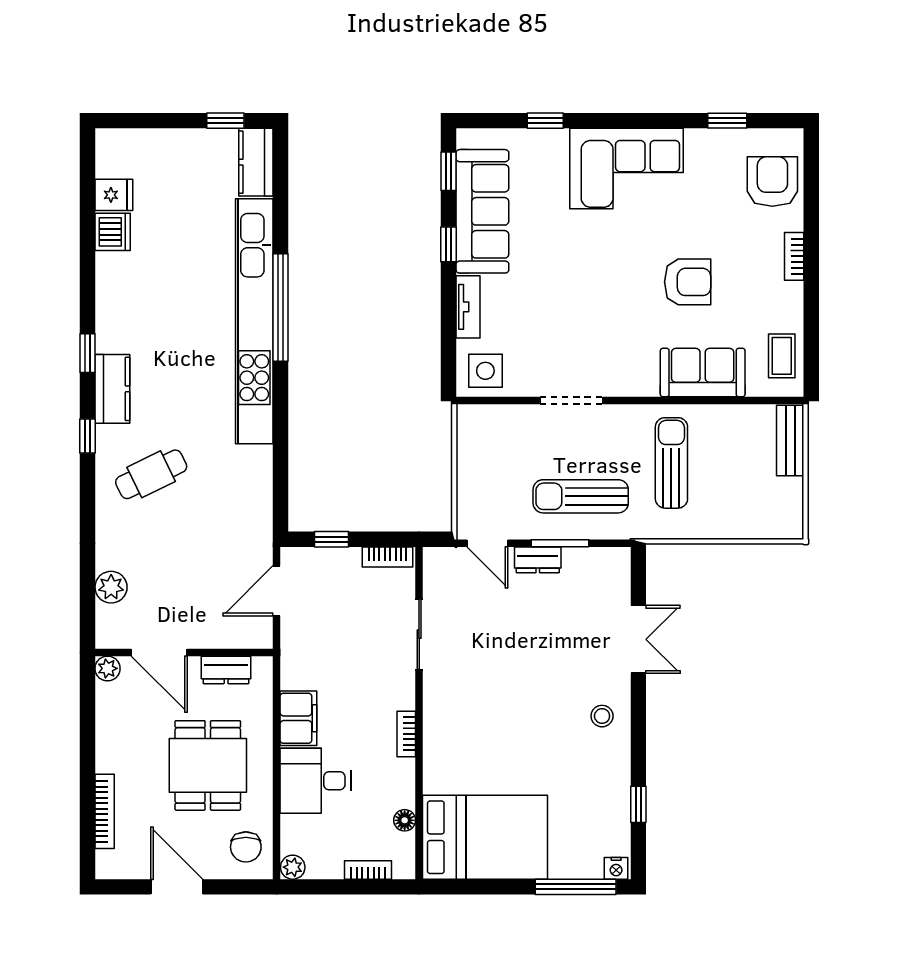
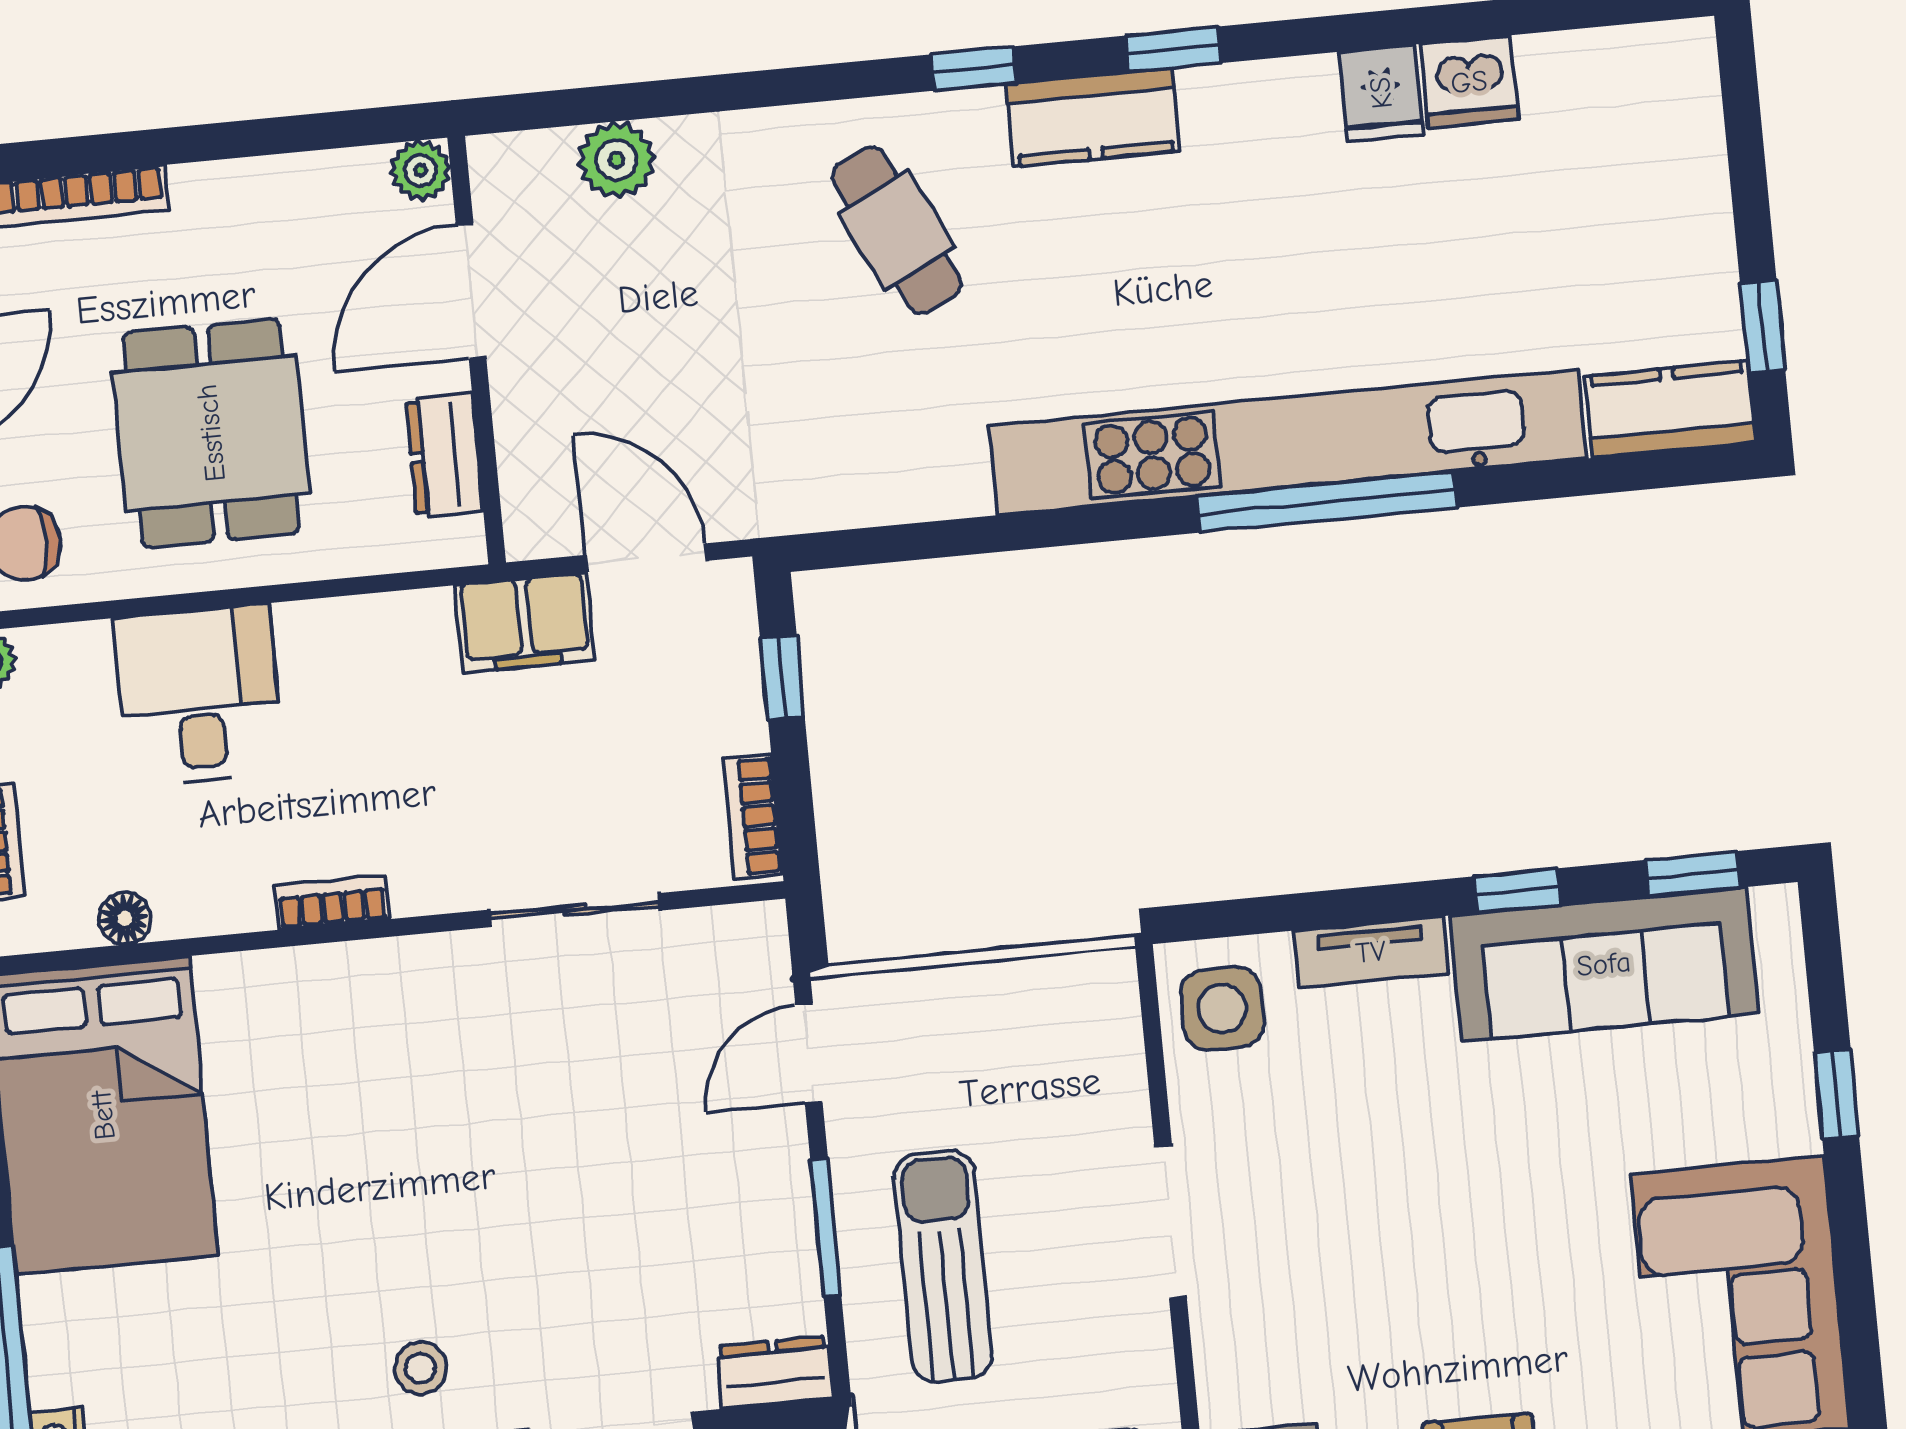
fridge: (114, 195) -> (1381, 93), moved
dresser: (538, 560) -> (775, 1372), moved, turned 90
filing cabinet: (298, 718) -> (525, 623), moved
dining table: (208, 765) -> (211, 433), turned 90

